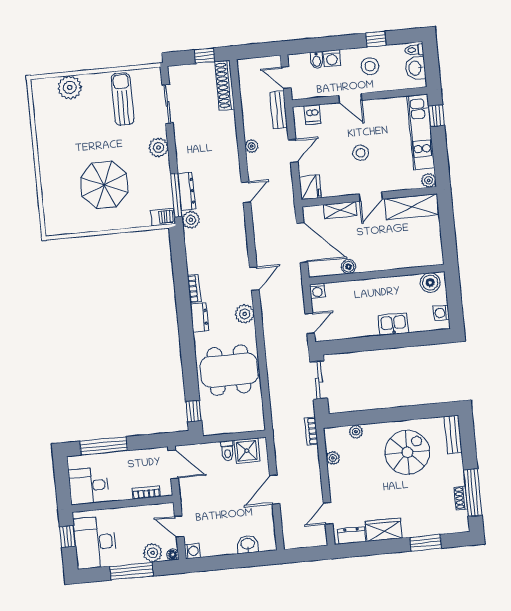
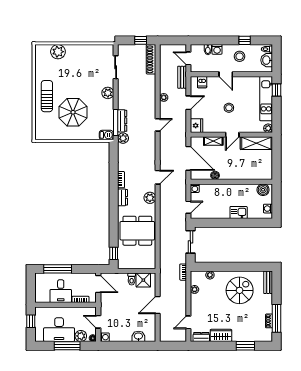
sun lounger: (122, 99) -> (47, 96), moved
desk: (89, 486) -> (61, 291), moved, turned -90
desk: (95, 542) -> (59, 330), moved, turned -90

